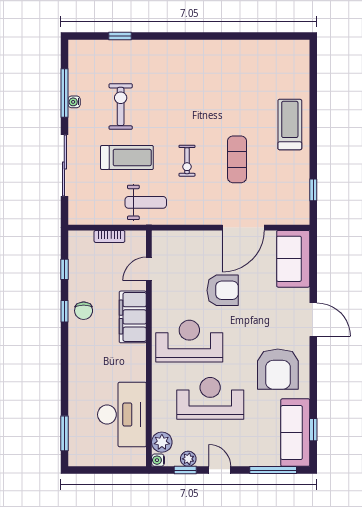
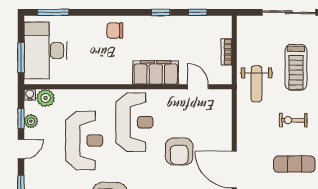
chair: (84, 311) -> (115, 30), moved
desk: (122, 415) -> (46, 50), moved, turned 90
window: (116, 470) -> (21, 57), added

